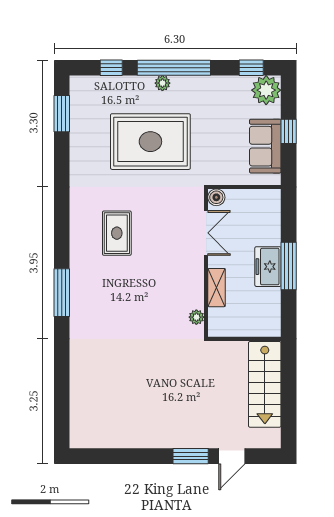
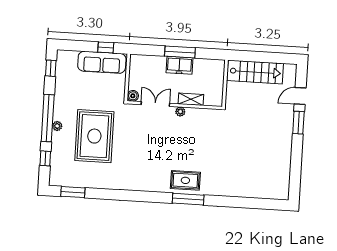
plant: (266, 90) -> (66, 59), removed
window: (289, 131) -> (106, 47), moved
sofa: (265, 146) -> (102, 62), width x1.36
rug: (117, 233) -> (185, 180), moved
plant: (196, 317) -> (180, 112), moved
door: (232, 456) -> (300, 96), swing flipped

